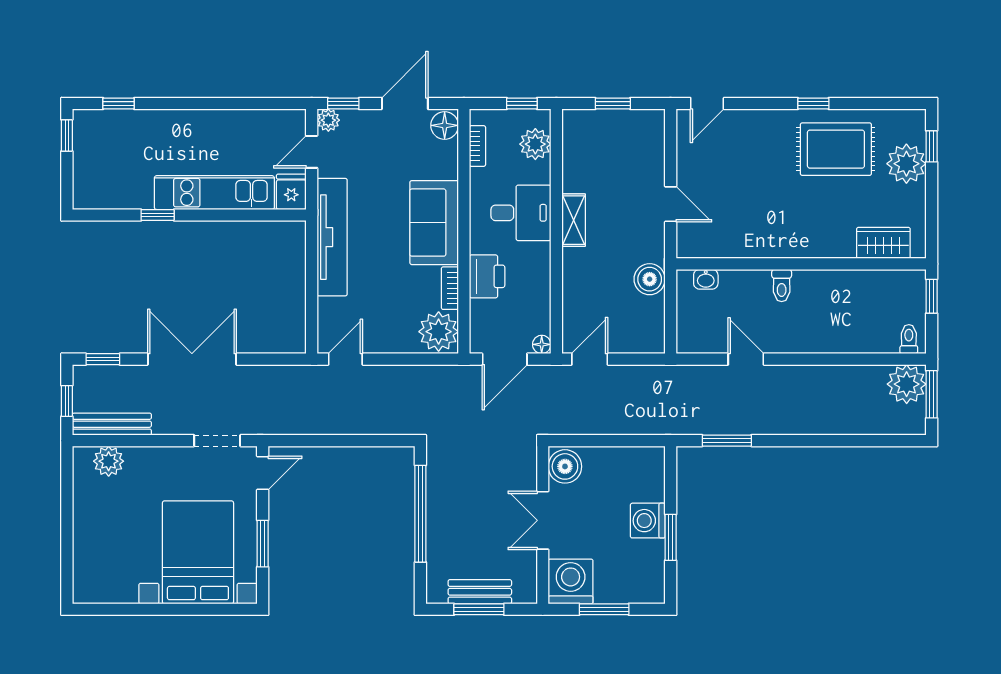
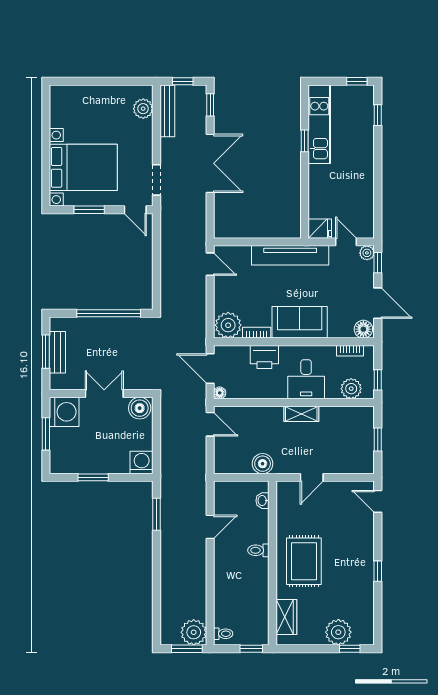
rug: (836, 149) -> (304, 561), moved
kitchen unit: (214, 193) -> (319, 124), moved
washing machine: (648, 521) -> (142, 462), moved

